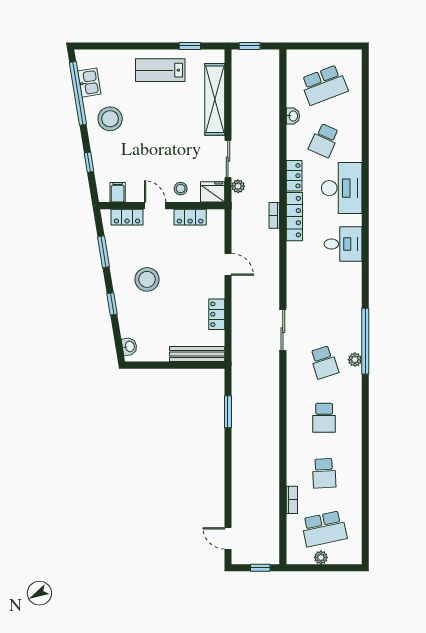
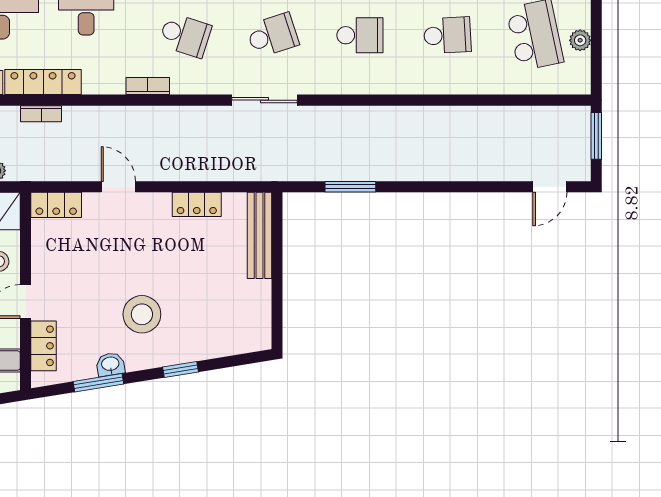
locker: (190, 217) -> (56, 205), moved, turned 90
door: (228, 264) -> (118, 187), hinge flipped
school desk: (324, 307) -> (185, 35), added
sliding door: (283, 330) -> (264, 100), moved
washbasin: (129, 347) -> (110, 364), moved
bookcase: (292, 500) -> (148, 86), moved
window: (260, 568) -> (596, 136), width x1.50

